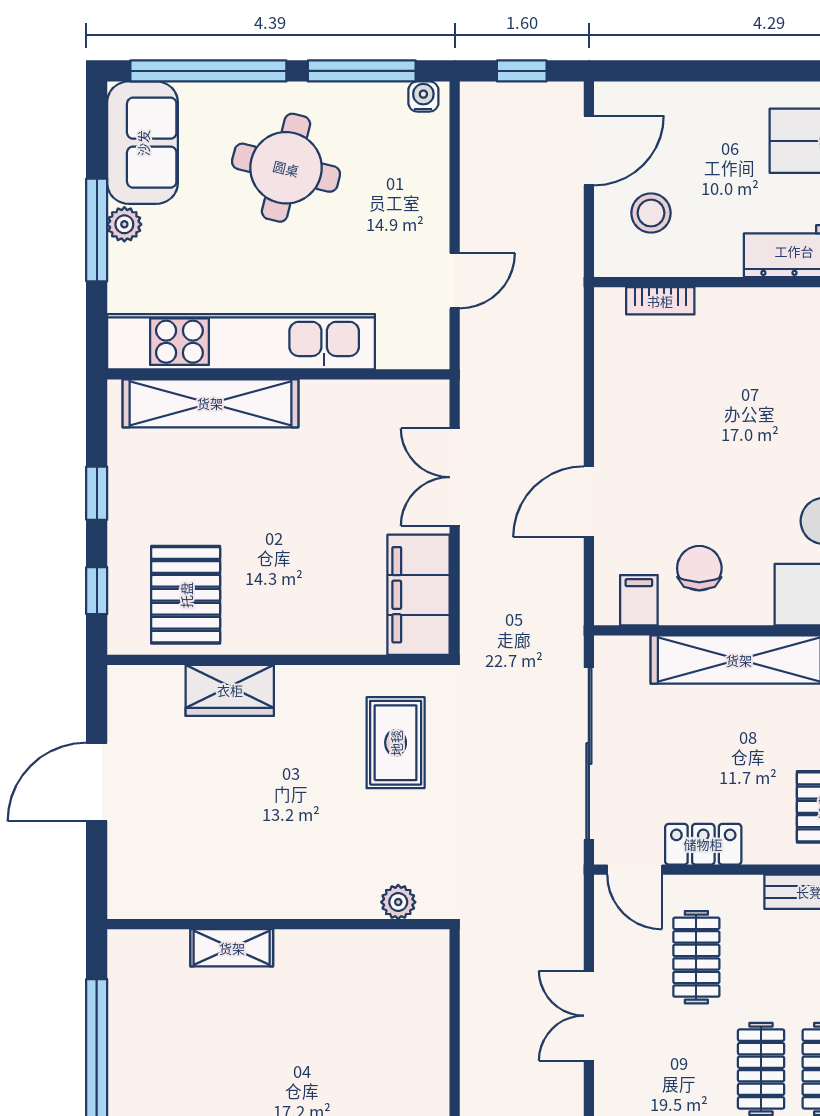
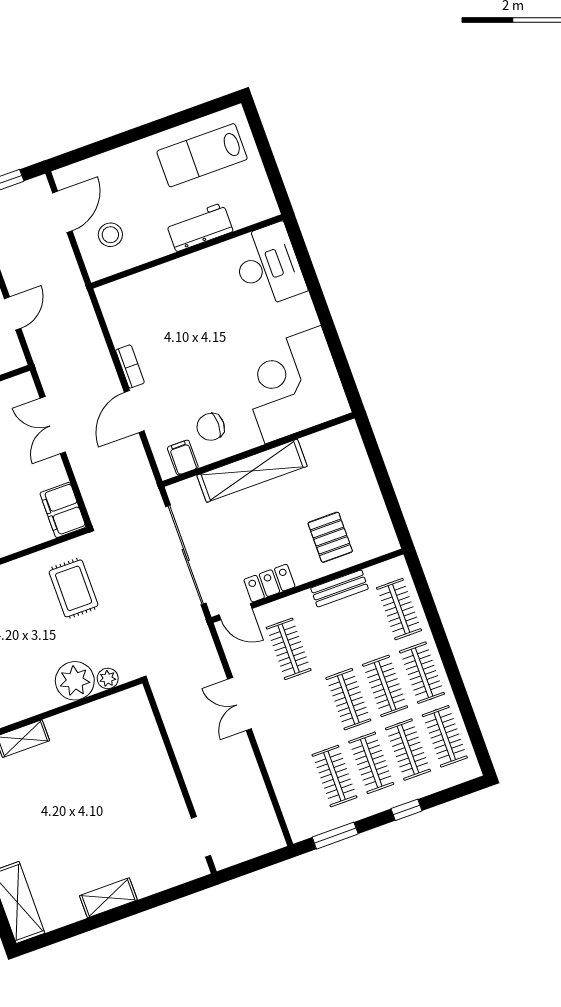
bookcase: (660, 301) -> (130, 366), moved, turned -90
chair: (699, 568) -> (211, 427), turned -90
filing cabinet: (419, 595) -> (63, 510), width x0.67, depth x0.86
plant: (346, 887) -> (75, 681), added

